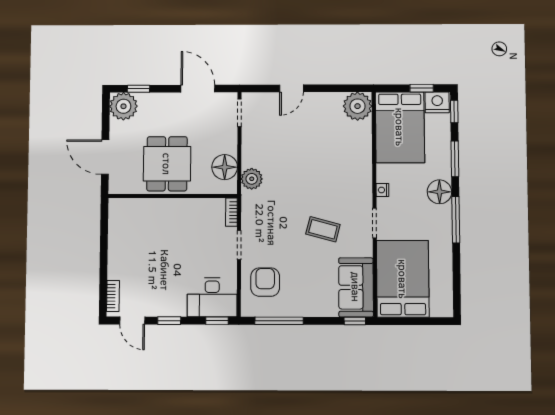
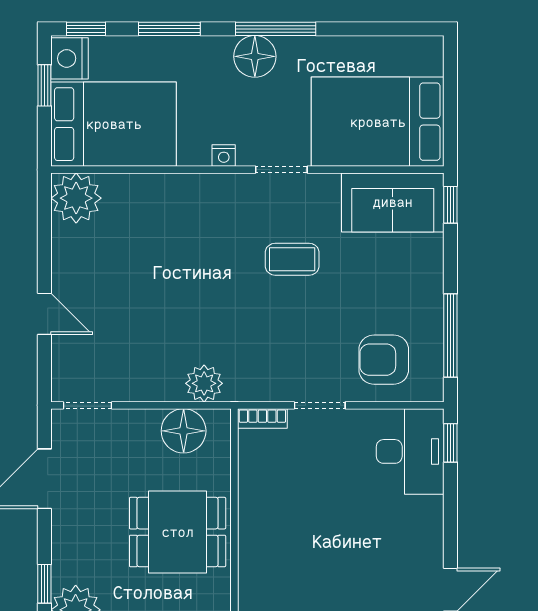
floor lamp: (439, 192) -> (255, 56), moved
coffee table: (323, 229) -> (292, 259), turned 75
window: (169, 321) -> (450, 526), removed

